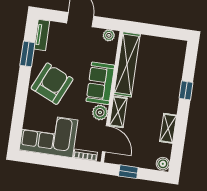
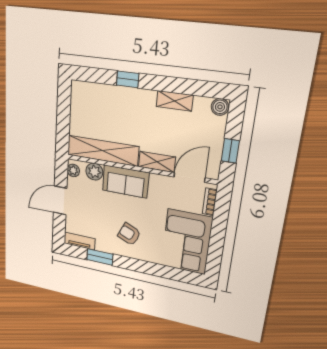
armchair: (52, 84) -> (129, 234), width x0.53, depth x0.53
plant: (100, 112) -> (94, 172), moved

